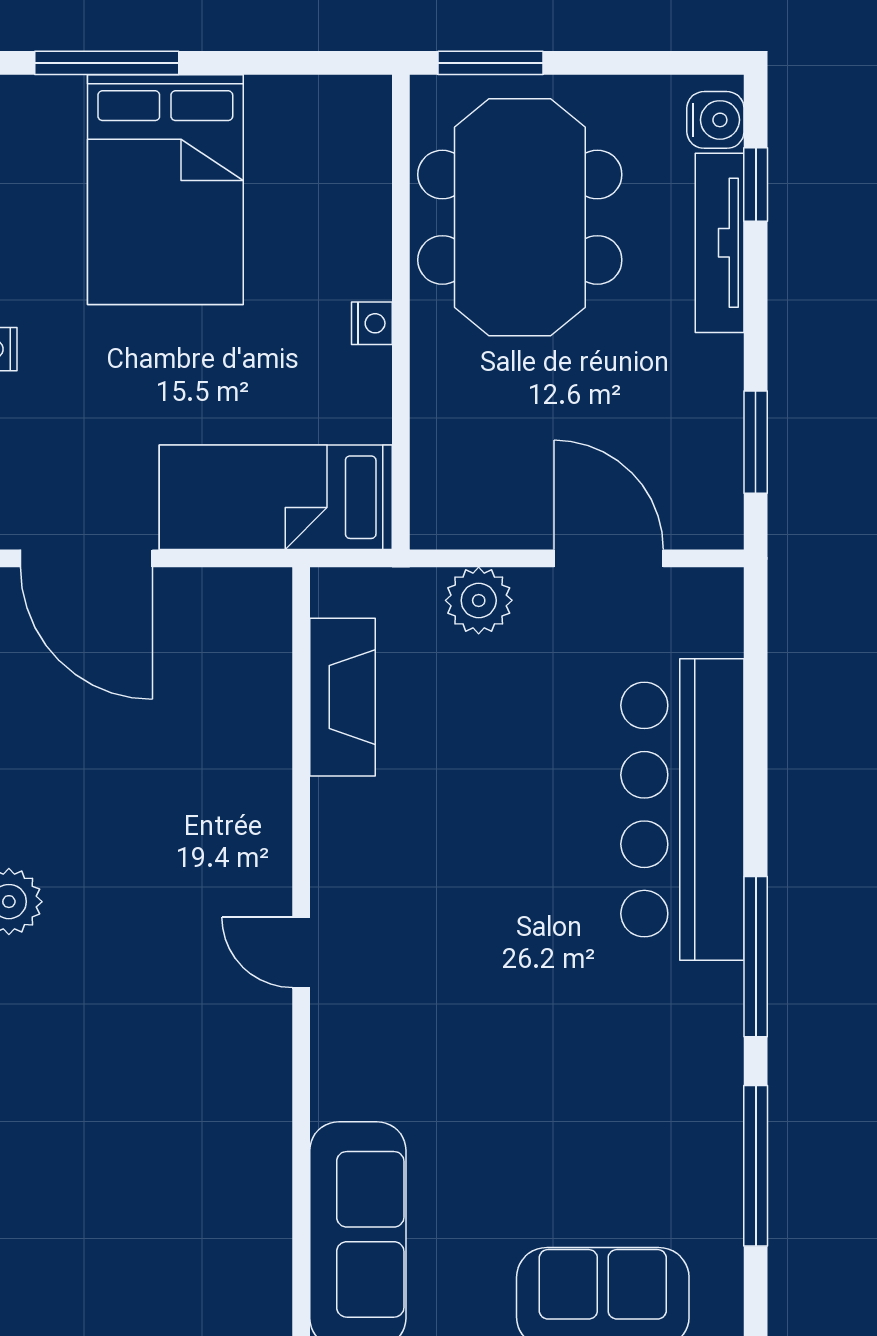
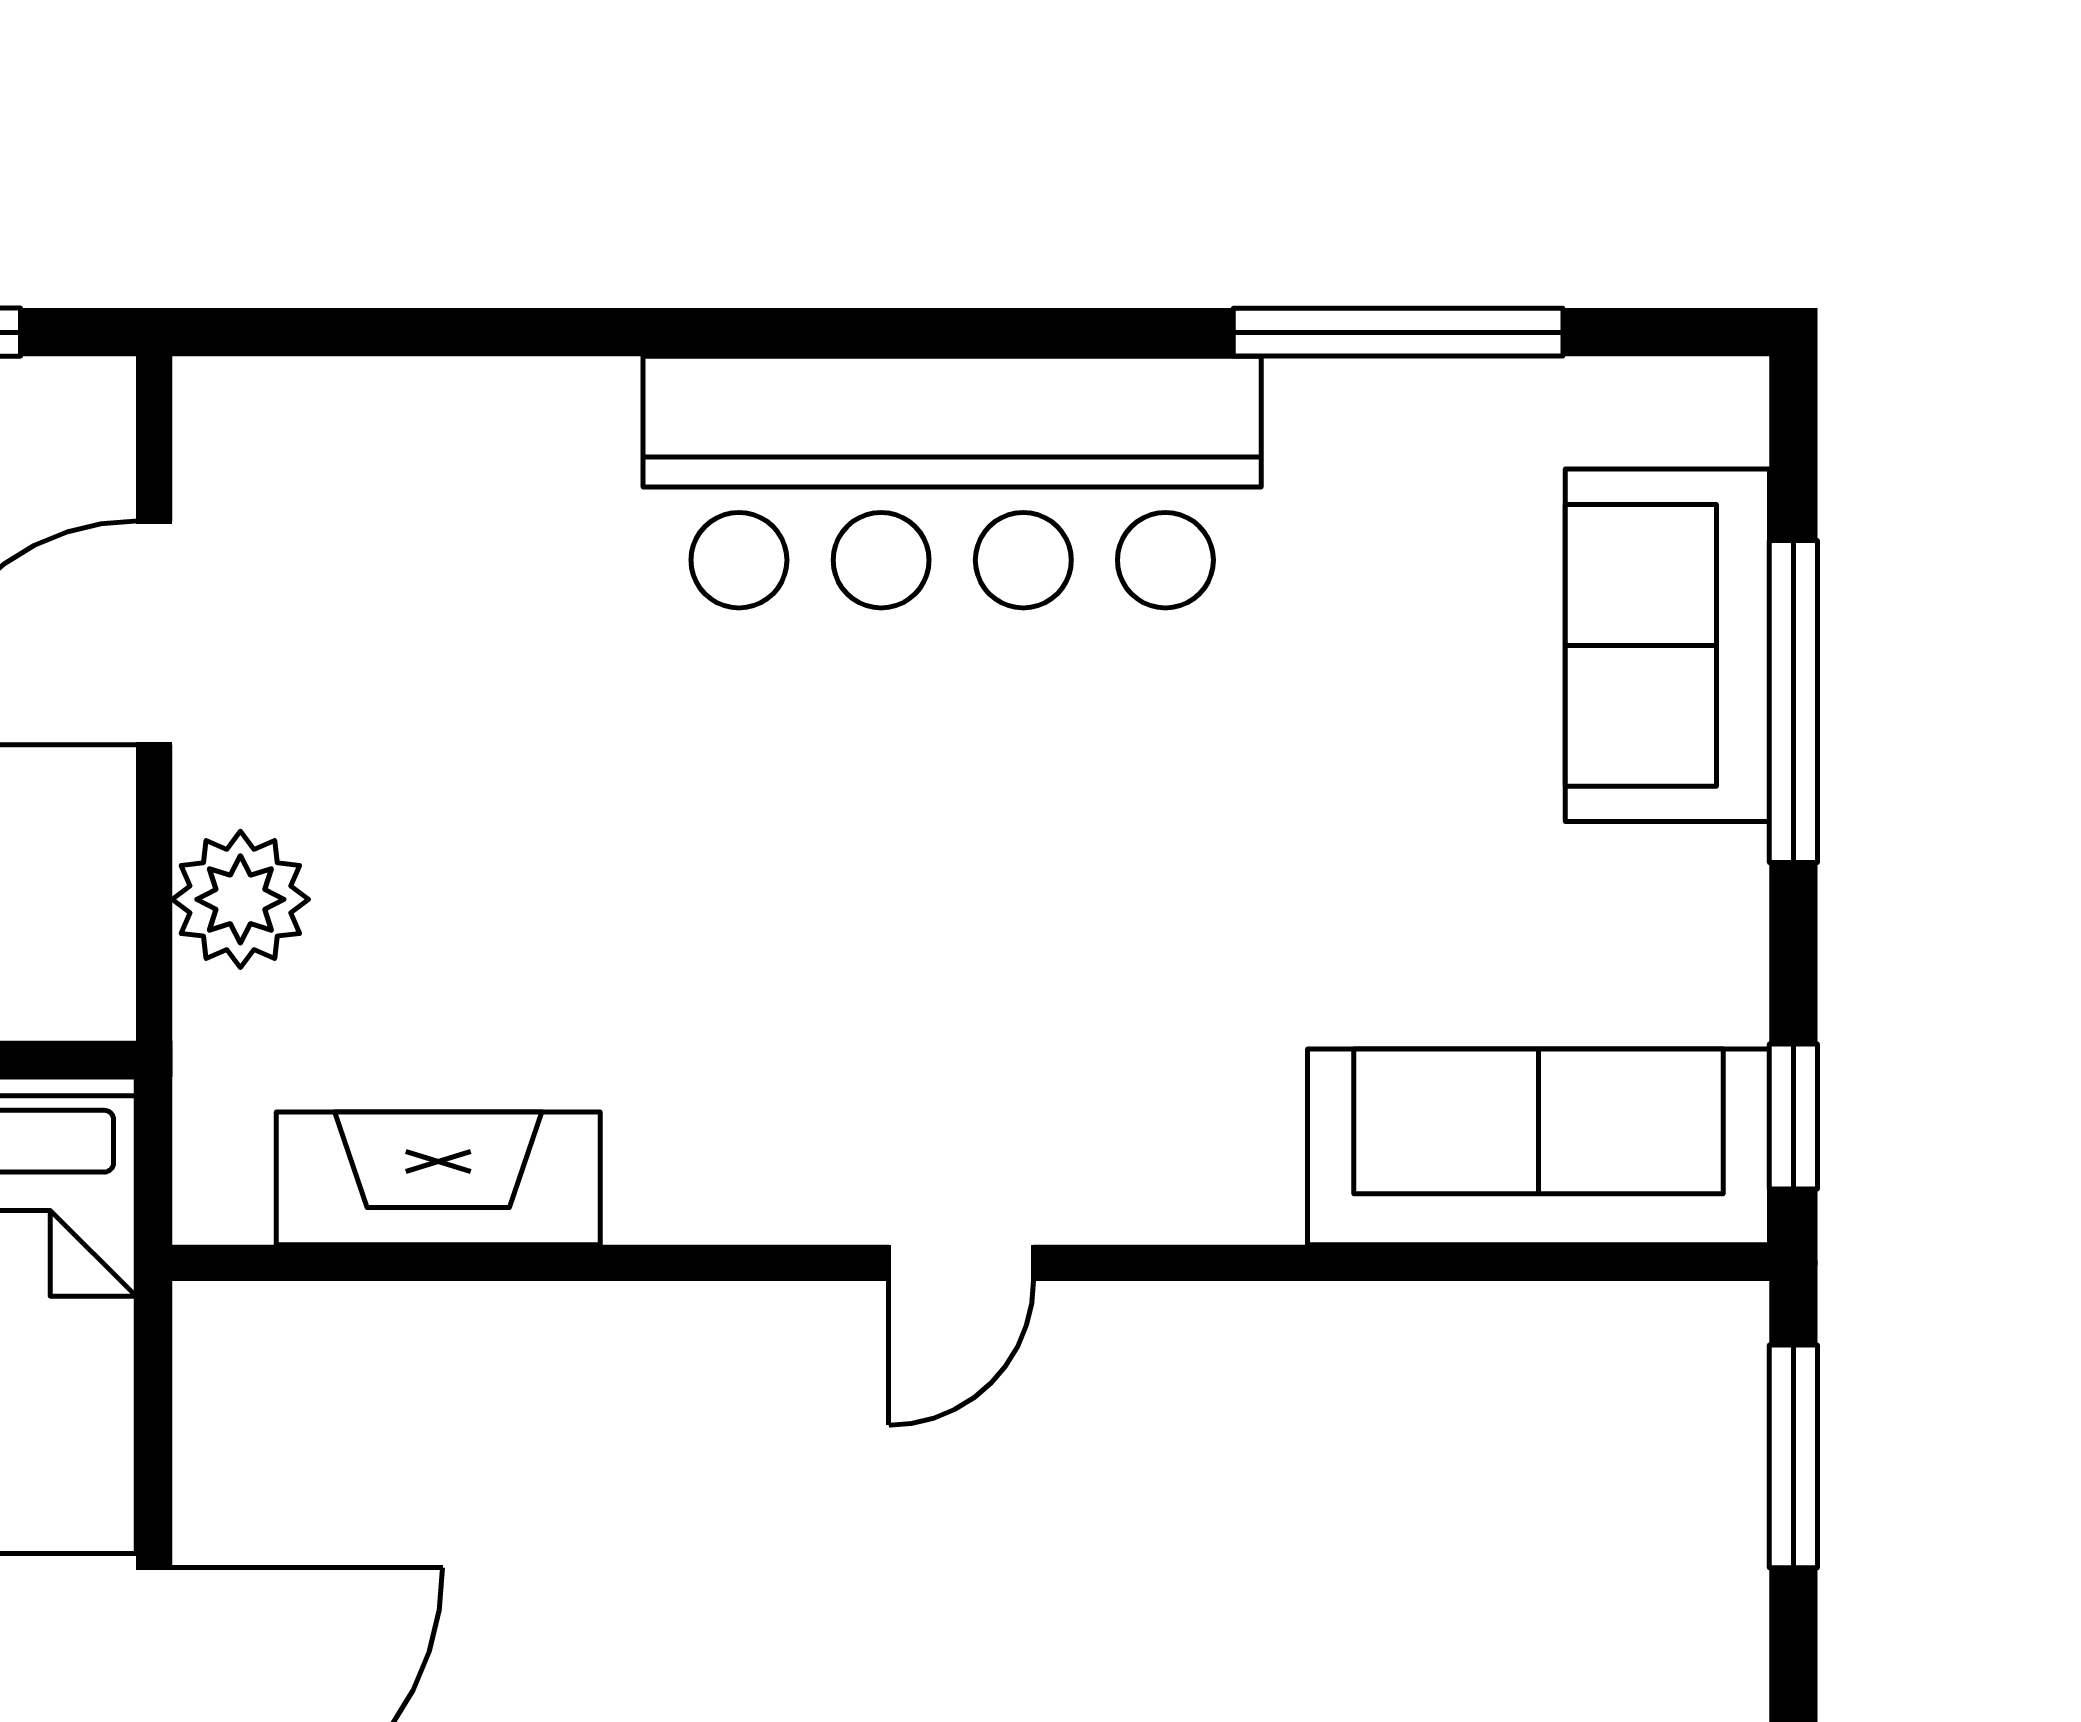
bar counter: (682, 809) -> (952, 482), moved
window: (756, 957) -> (970, 332), removed

